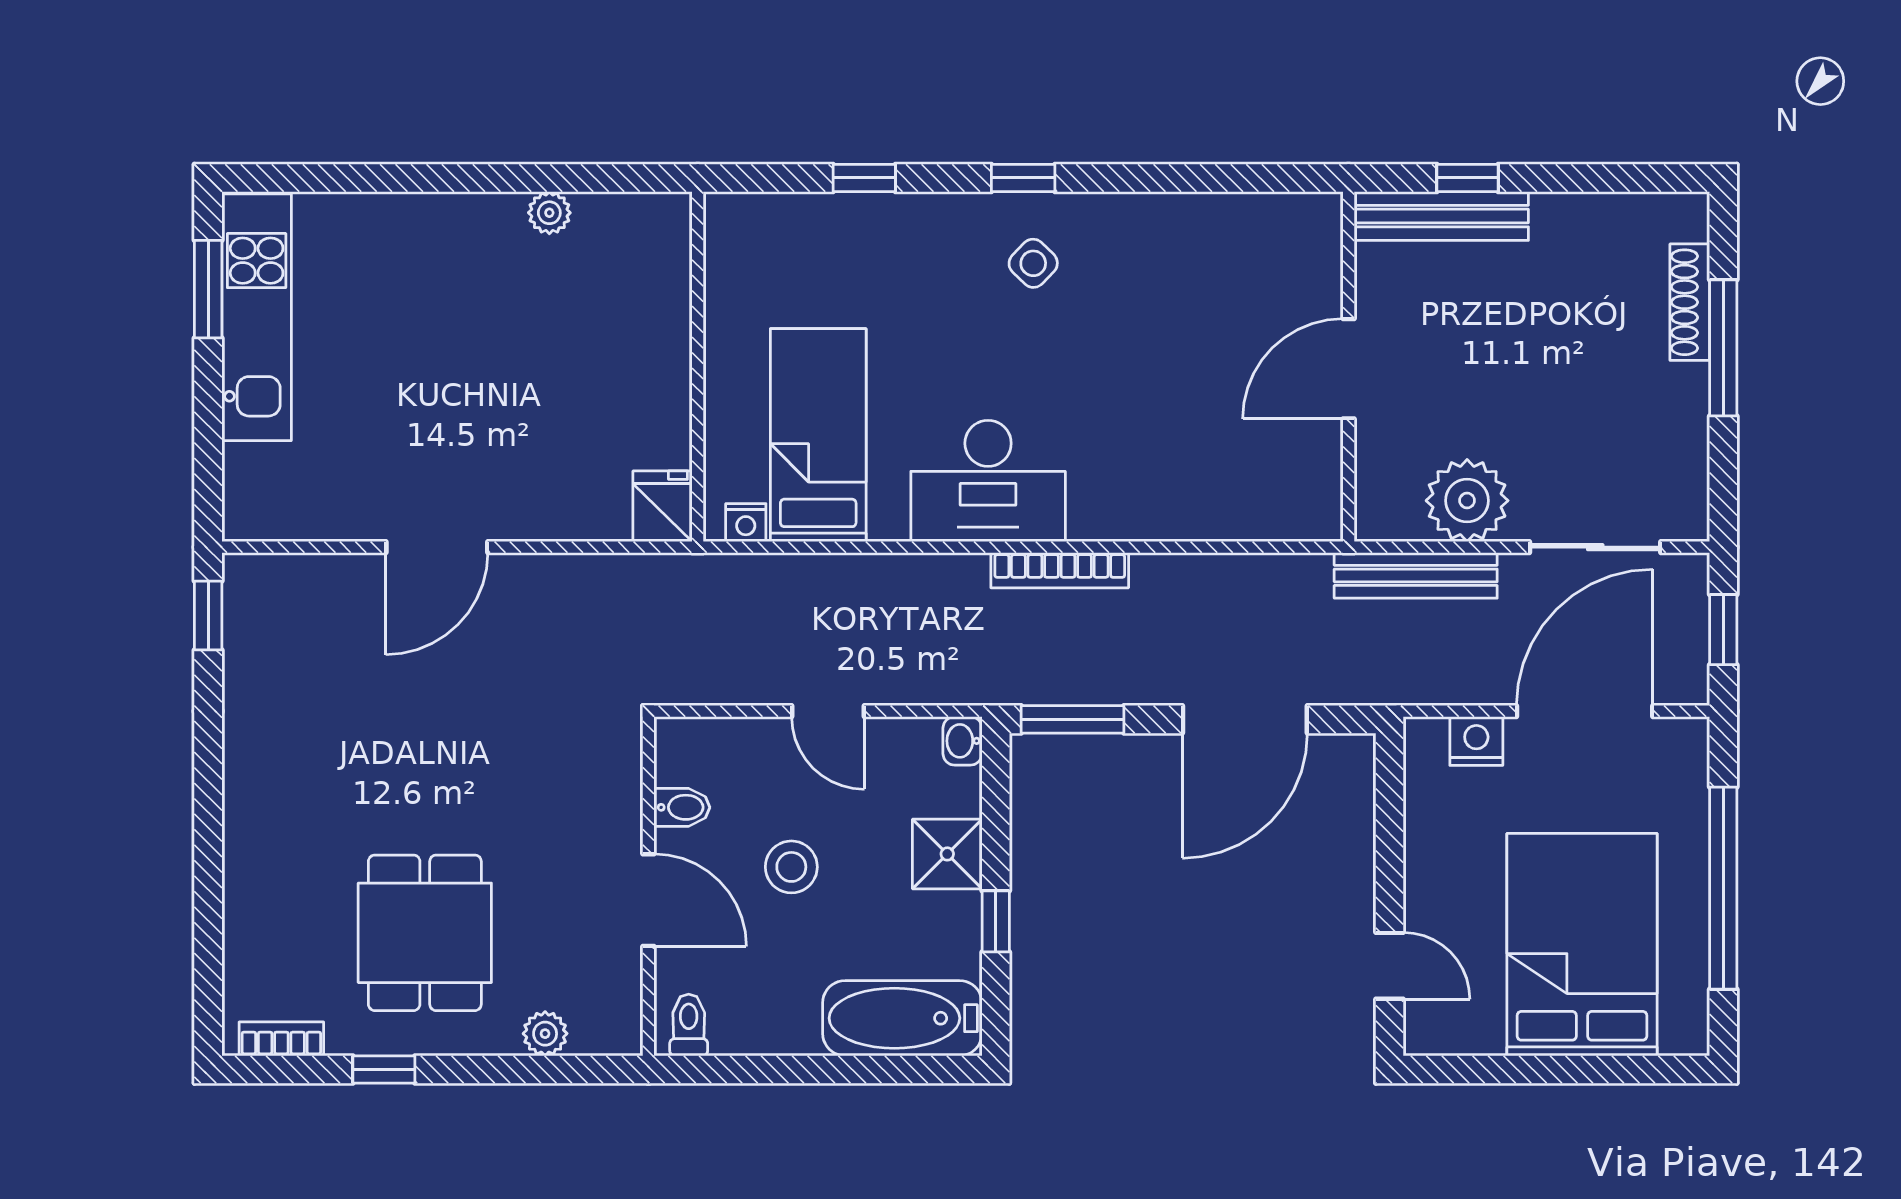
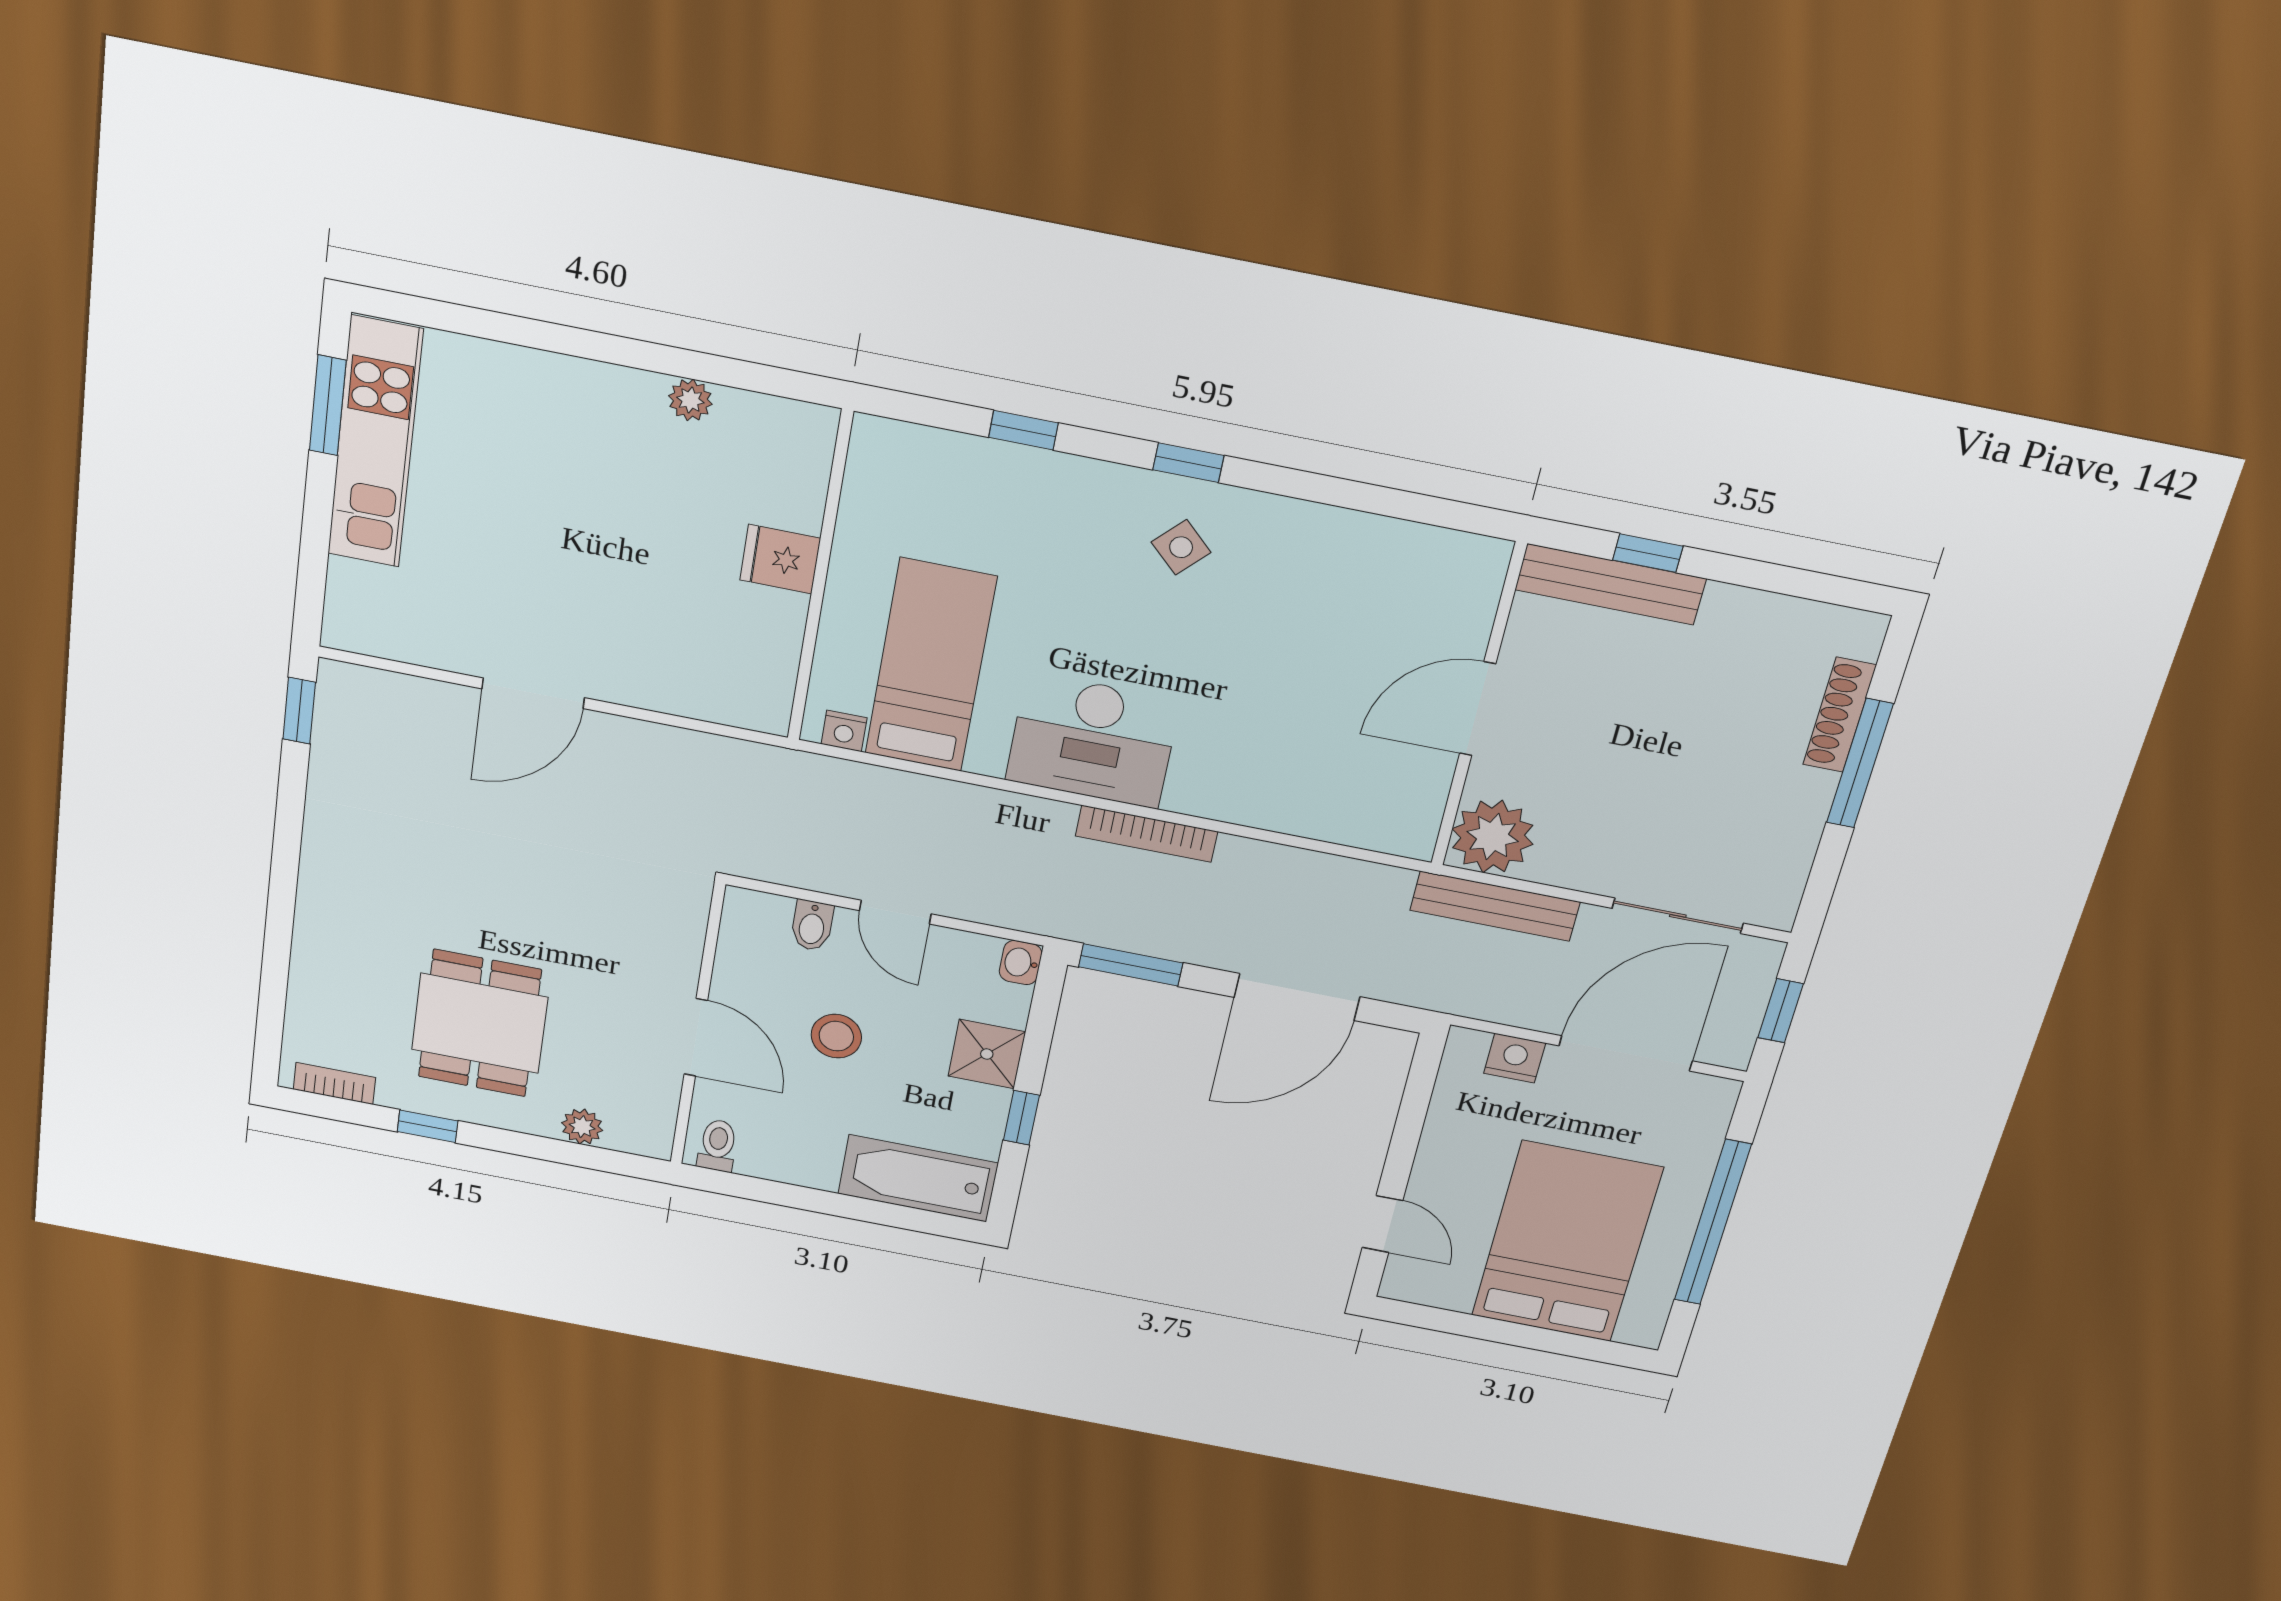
plant: (1467, 501) -> (1493, 837), moved
fridge: (663, 506) -> (780, 559), moved, turned -90
bidet: (682, 807) -> (812, 926), moved, turned 90

